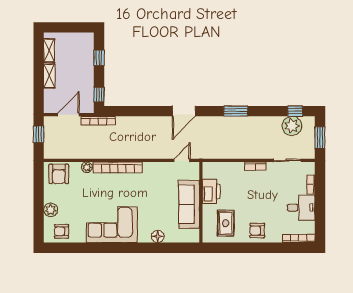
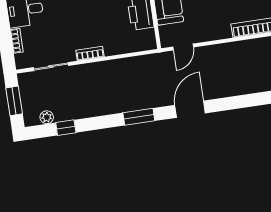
window: (236, 111) -> (139, 117), moved
window: (295, 111) -> (66, 128), moved
plant: (292, 126) -> (47, 117), width x0.53, depth x0.53

